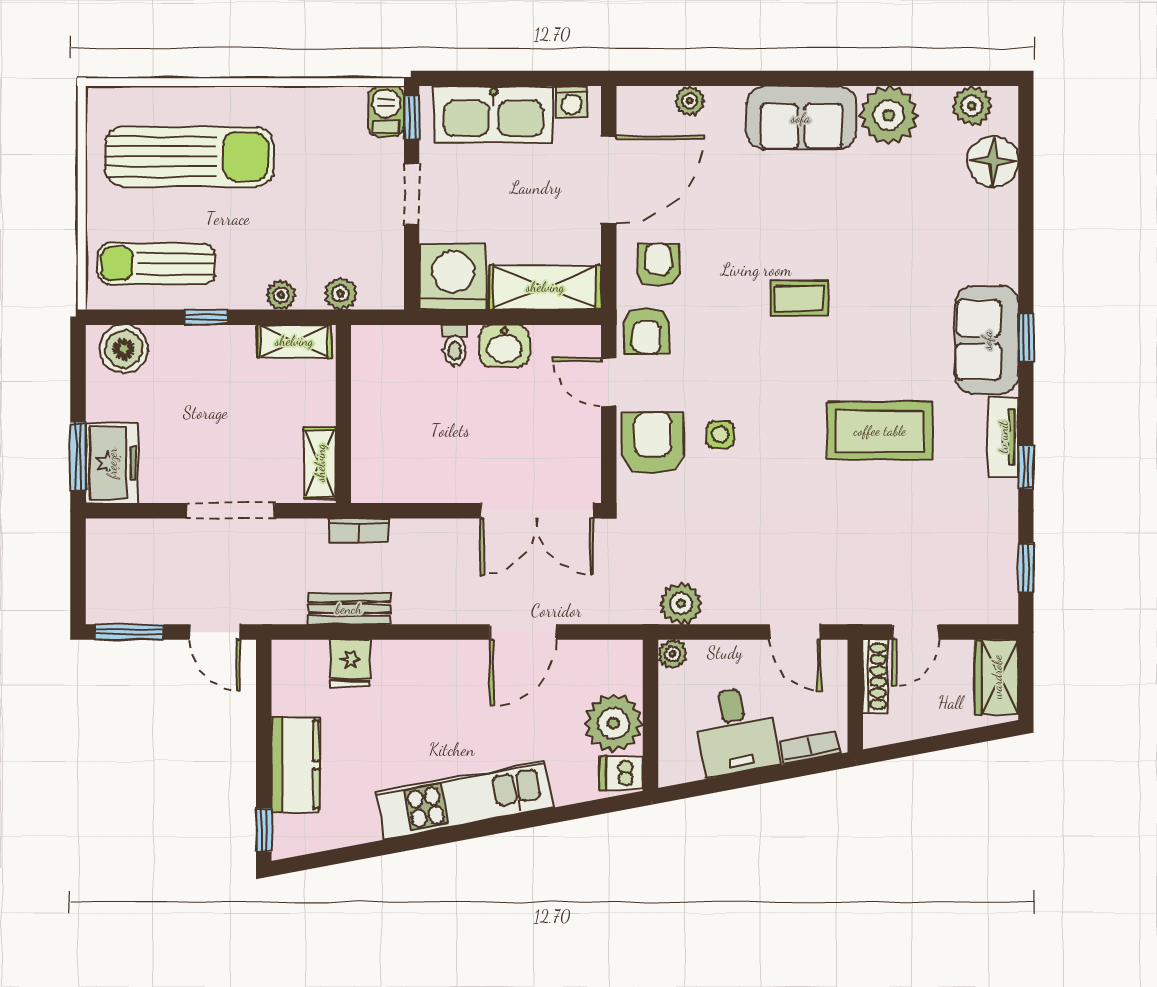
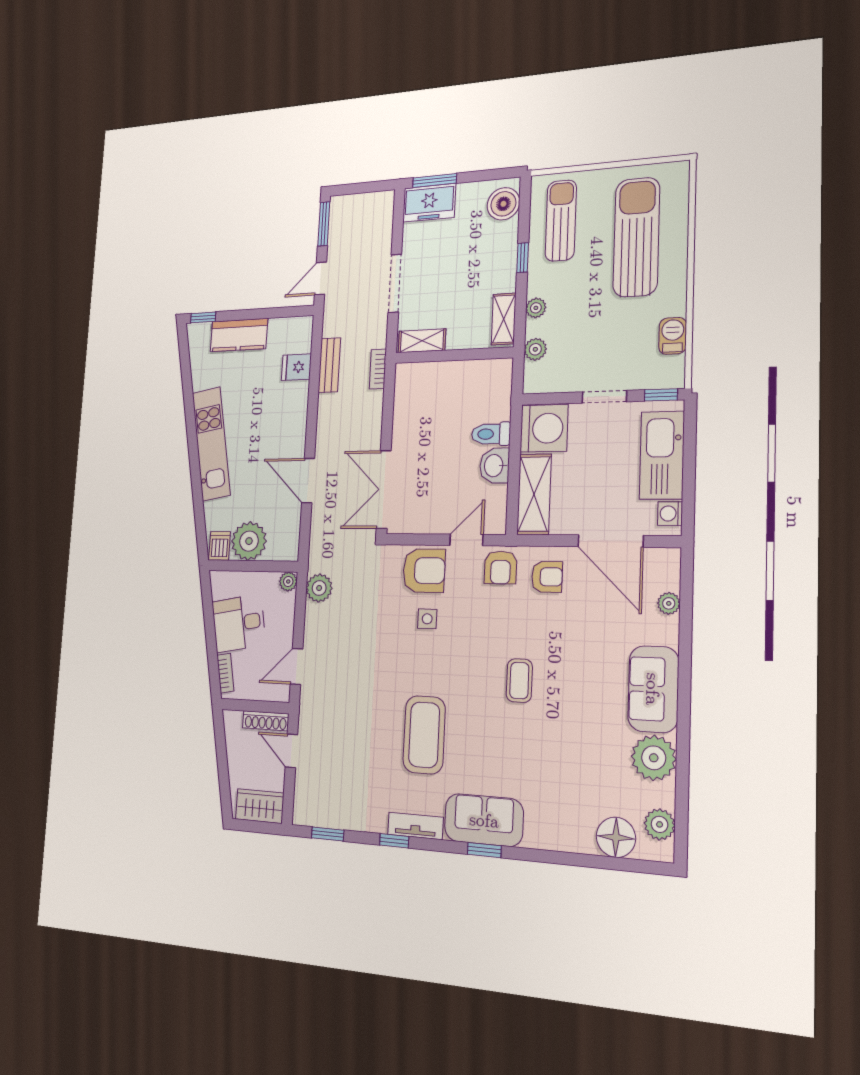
barbecue: (386, 111) -> (673, 336), moved, turned -90
sun lounger: (189, 156) -> (636, 237), turned 180
armchair: (647, 331) -> (501, 567), turned -90
toilet: (455, 345) -> (491, 434), width x1.37, depth x1.39

